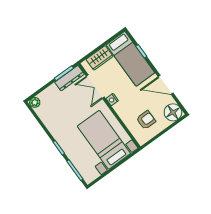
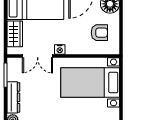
dresser: (69, 78) -> (13, 97), moved
armchair: (146, 120) -> (99, 33), turned 90

